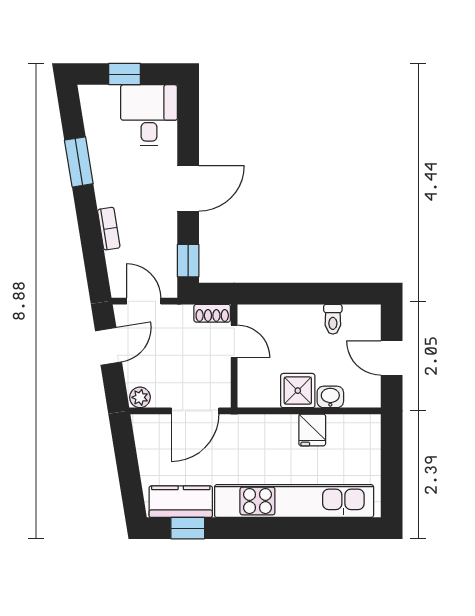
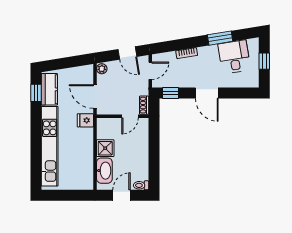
desk: (149, 115) -> (234, 57), moved, turned -99
toilet: (333, 319) -> (141, 185), moved
washbasin: (330, 397) -> (104, 171), width x1.91, depth x1.45
fridge: (312, 430) -> (85, 120), moved

